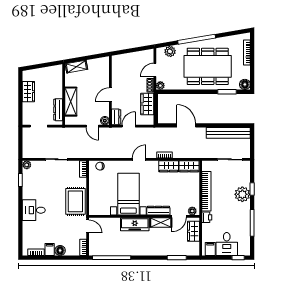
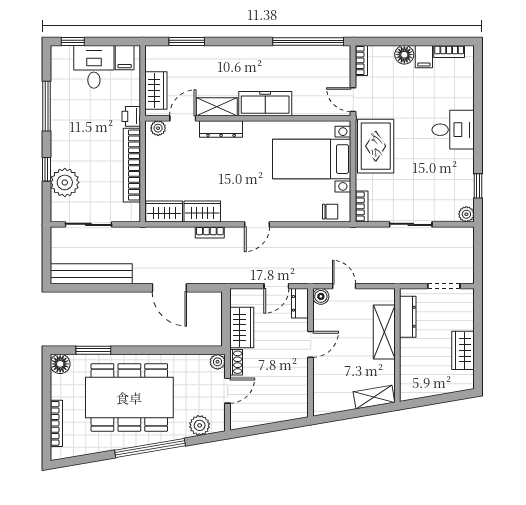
bed with nightstands: (128, 194) -> (312, 159), moved, turned 90
plant: (242, 194) -> (65, 182), moved

